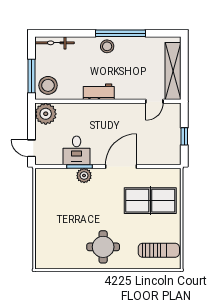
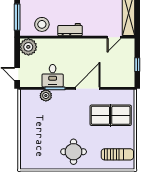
stool: (48, 85) -> (42, 24), moved
plant: (84, 176) -> (46, 96), moved

